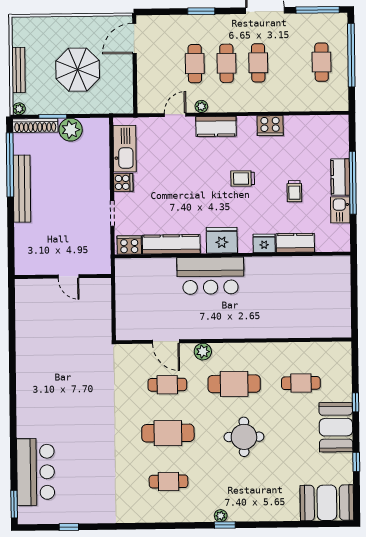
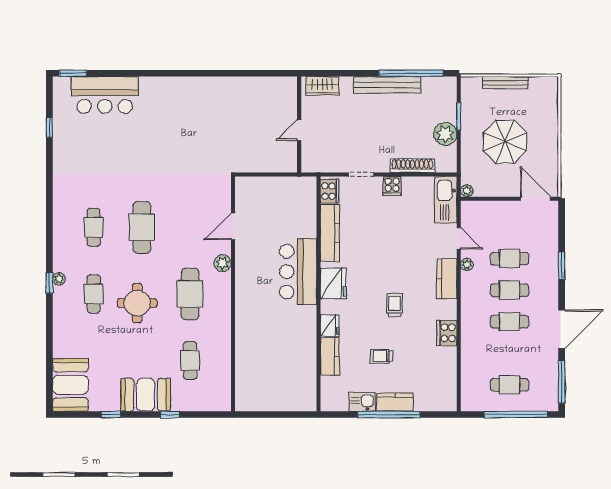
plant: (19, 109) -> (467, 191), moved
shoe rack: (35, 125) -> (412, 166), moved, turned 90
kitchen sink: (125, 149) -> (446, 200), moved, turned 90
wardrobe: (24, 254) -> (322, 86), added
cafe table: (167, 385) -> (94, 294), moved

